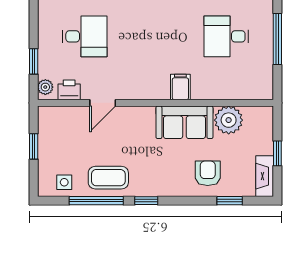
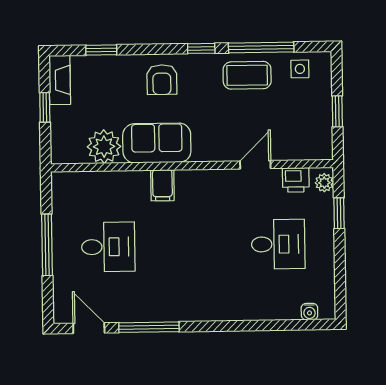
desk: (85, 36) -> (278, 244), turned 180
armchair: (208, 173) -> (162, 80), moved

